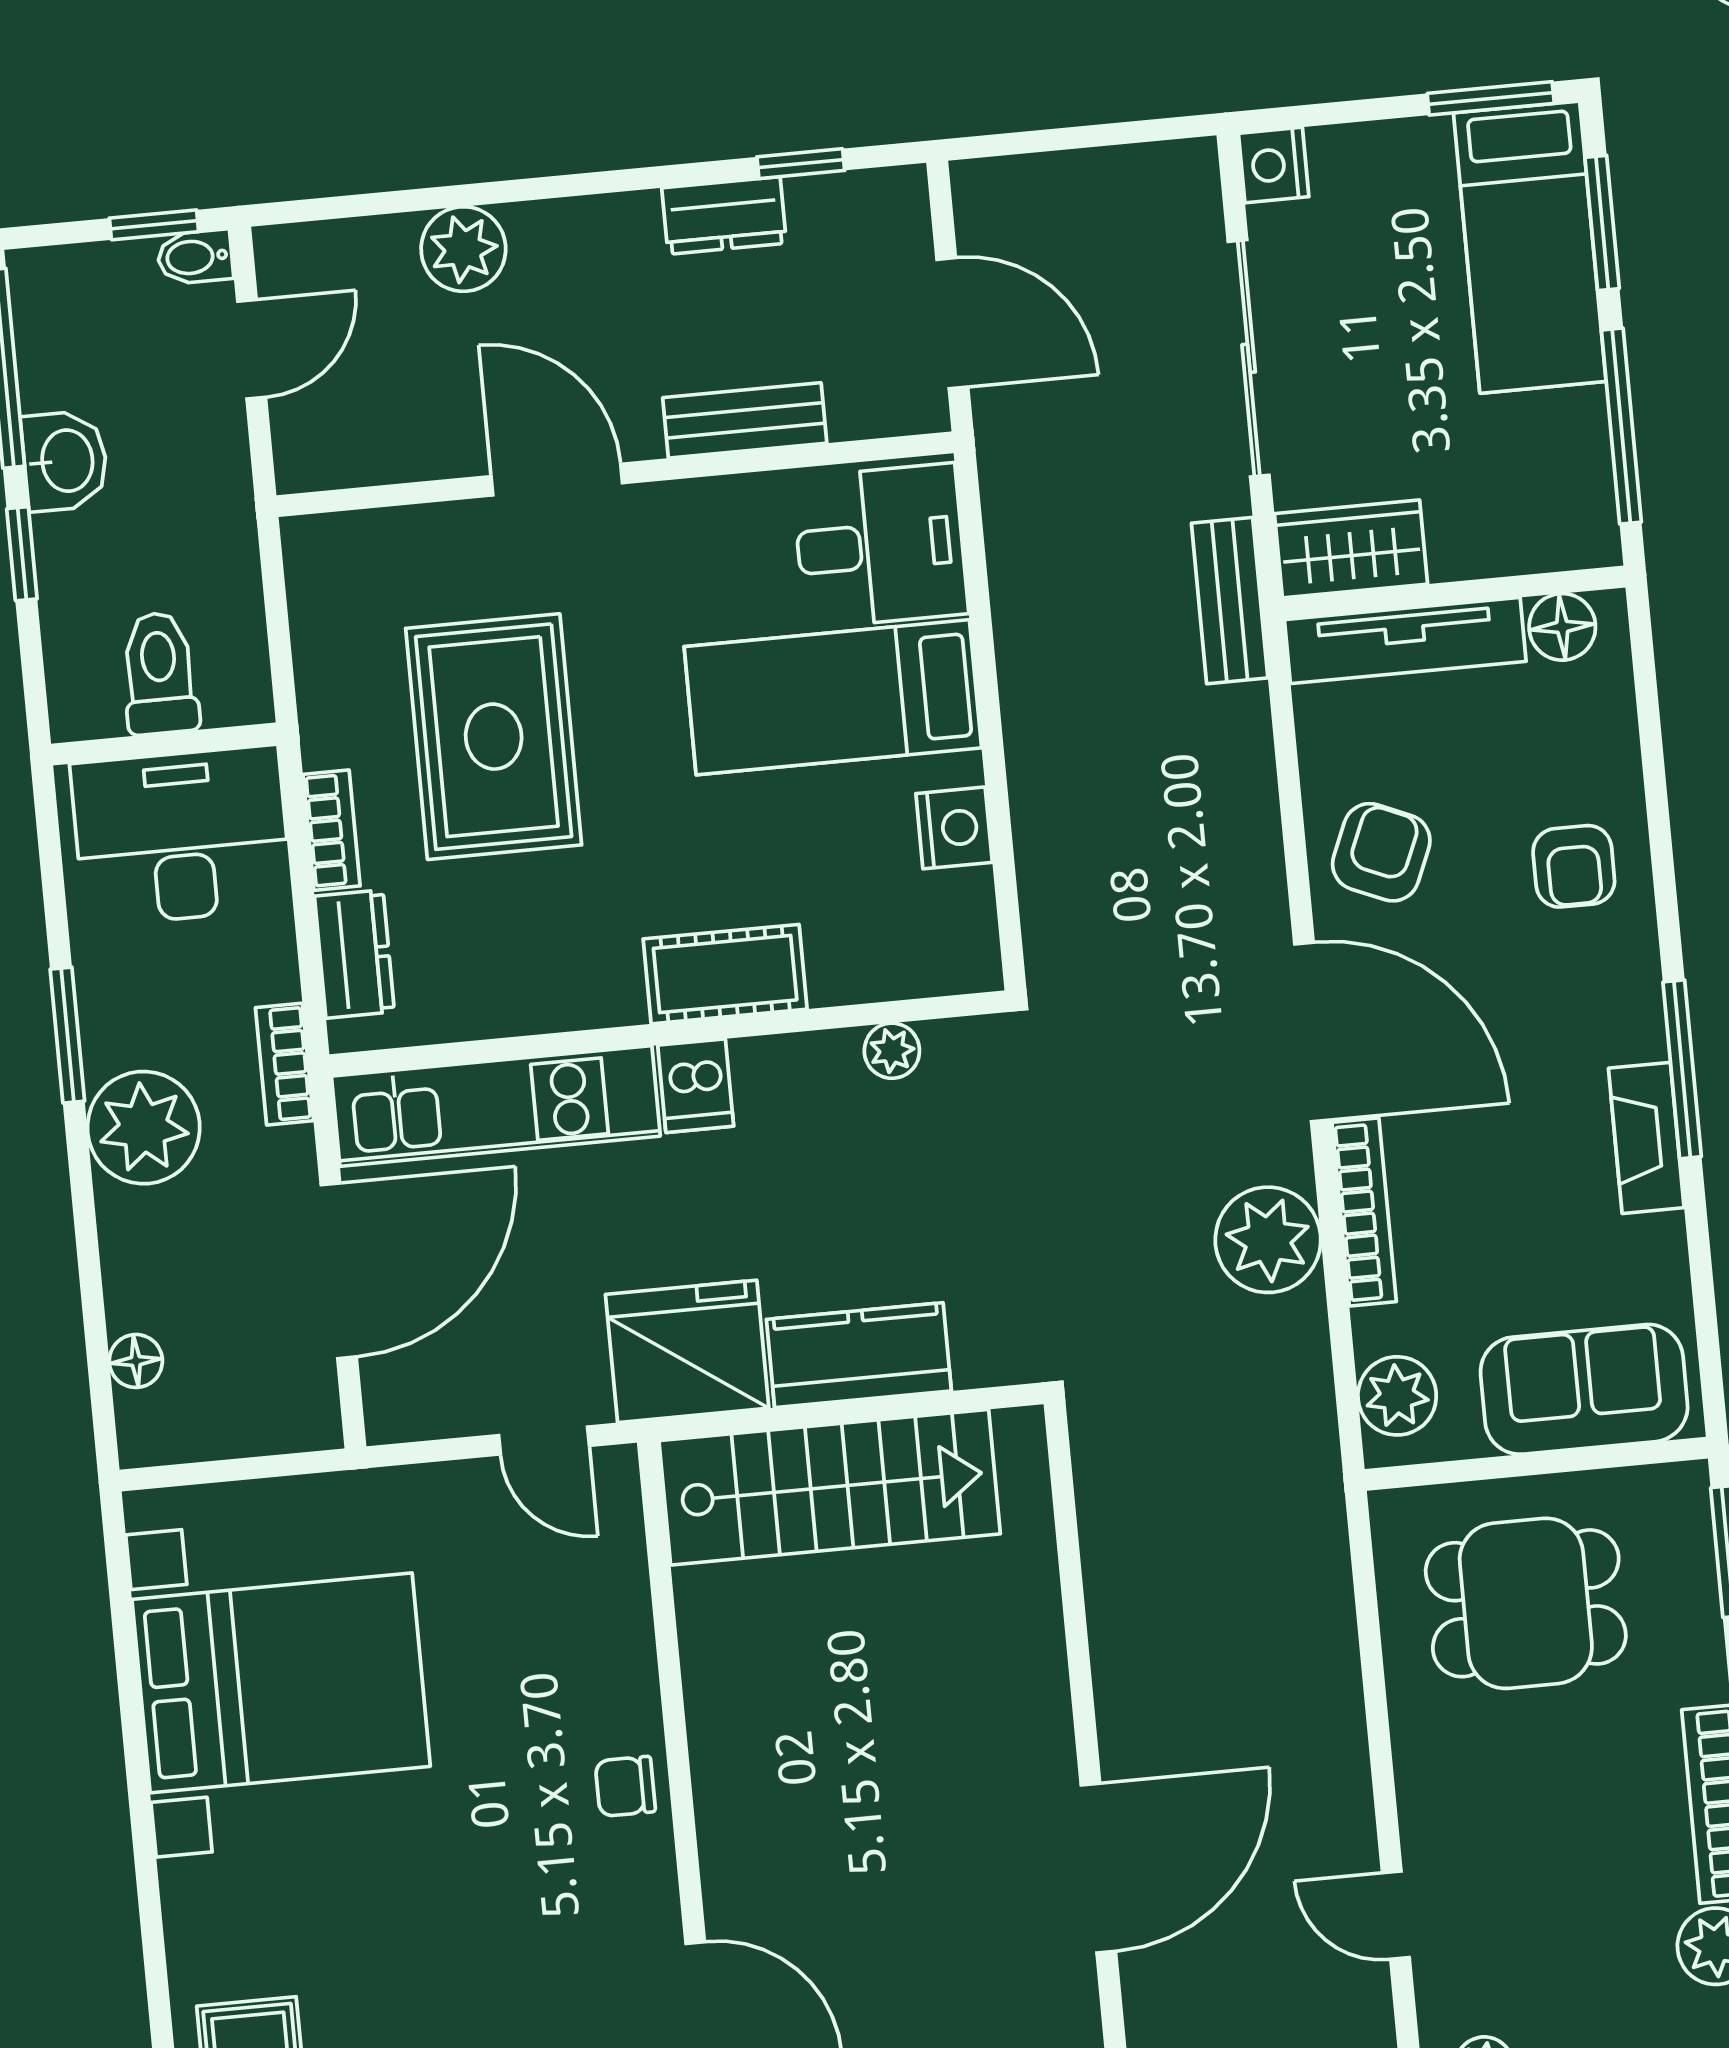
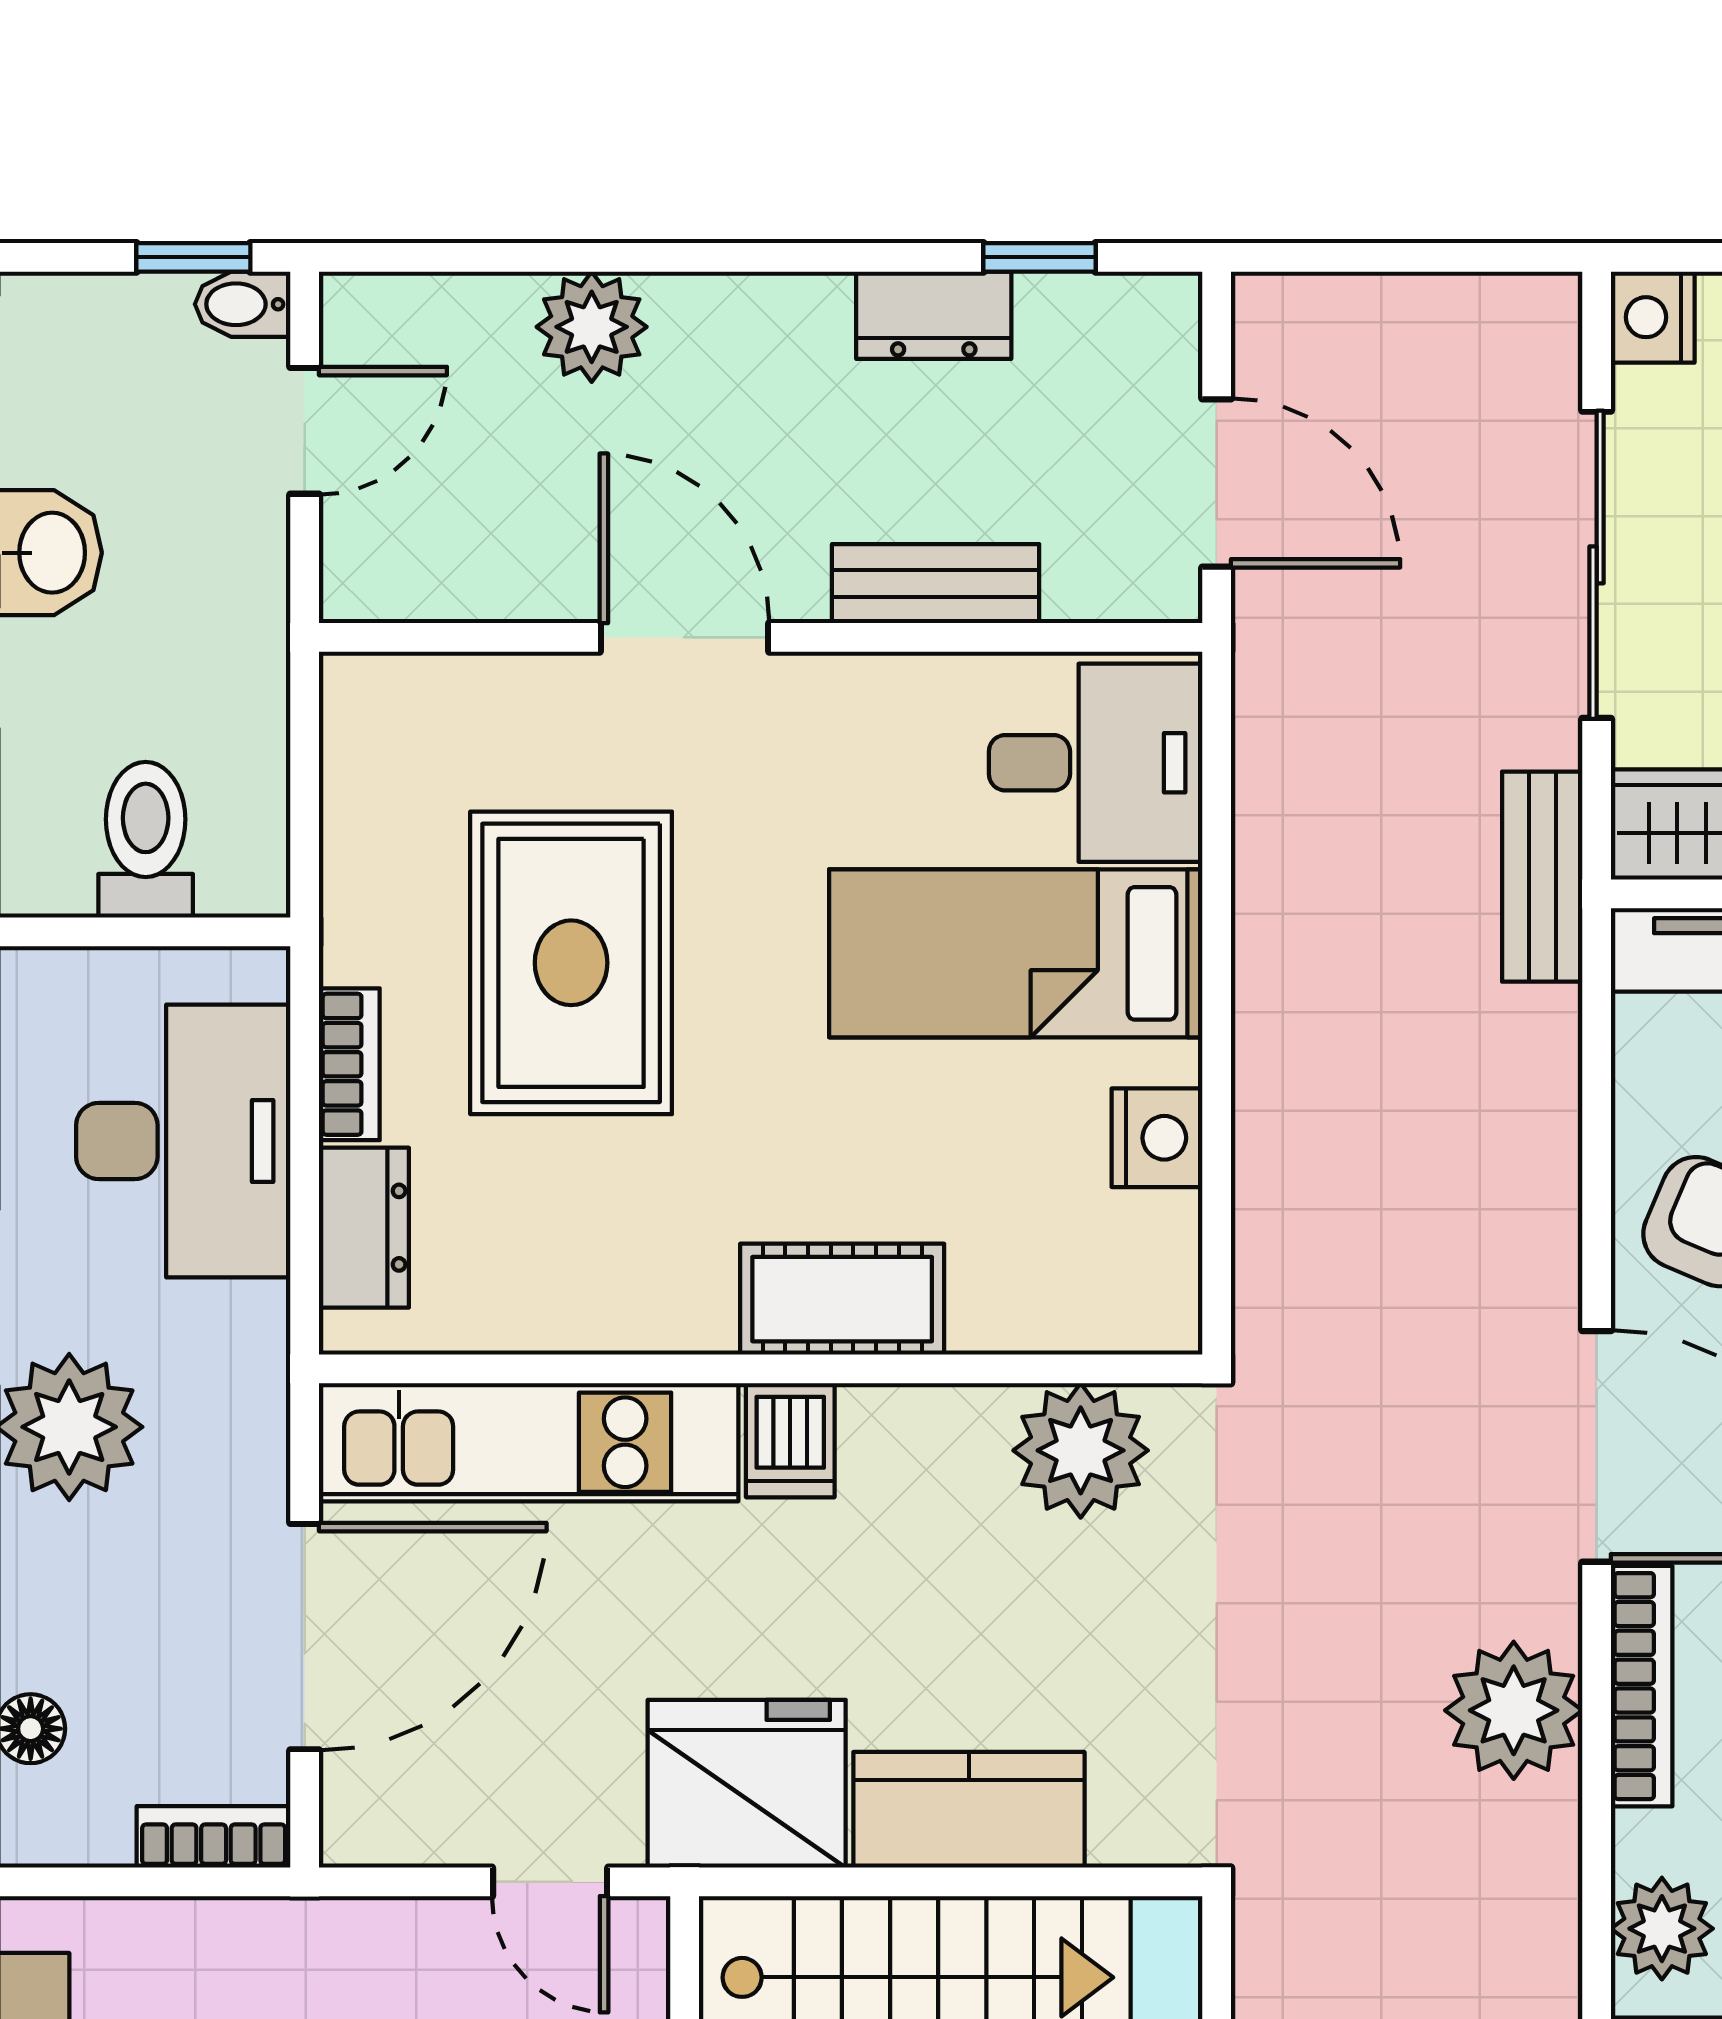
desk: (181, 836) -> (183, 1141), moved, turned 90
plant: (892, 1051) -> (1081, 1450), width x1.88, depth x1.88
bookcase: (285, 1064) -> (214, 1837), moved, turned 90

